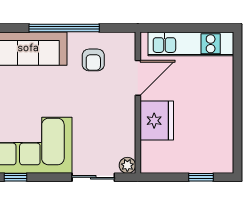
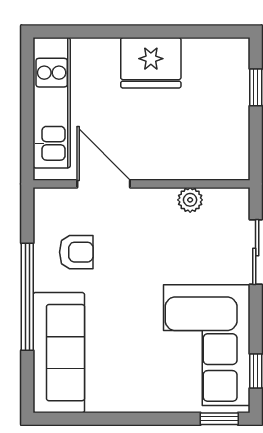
fridge: (157, 121) -> (151, 63), moved, turned 180
plant: (127, 165) -> (190, 200), moved

